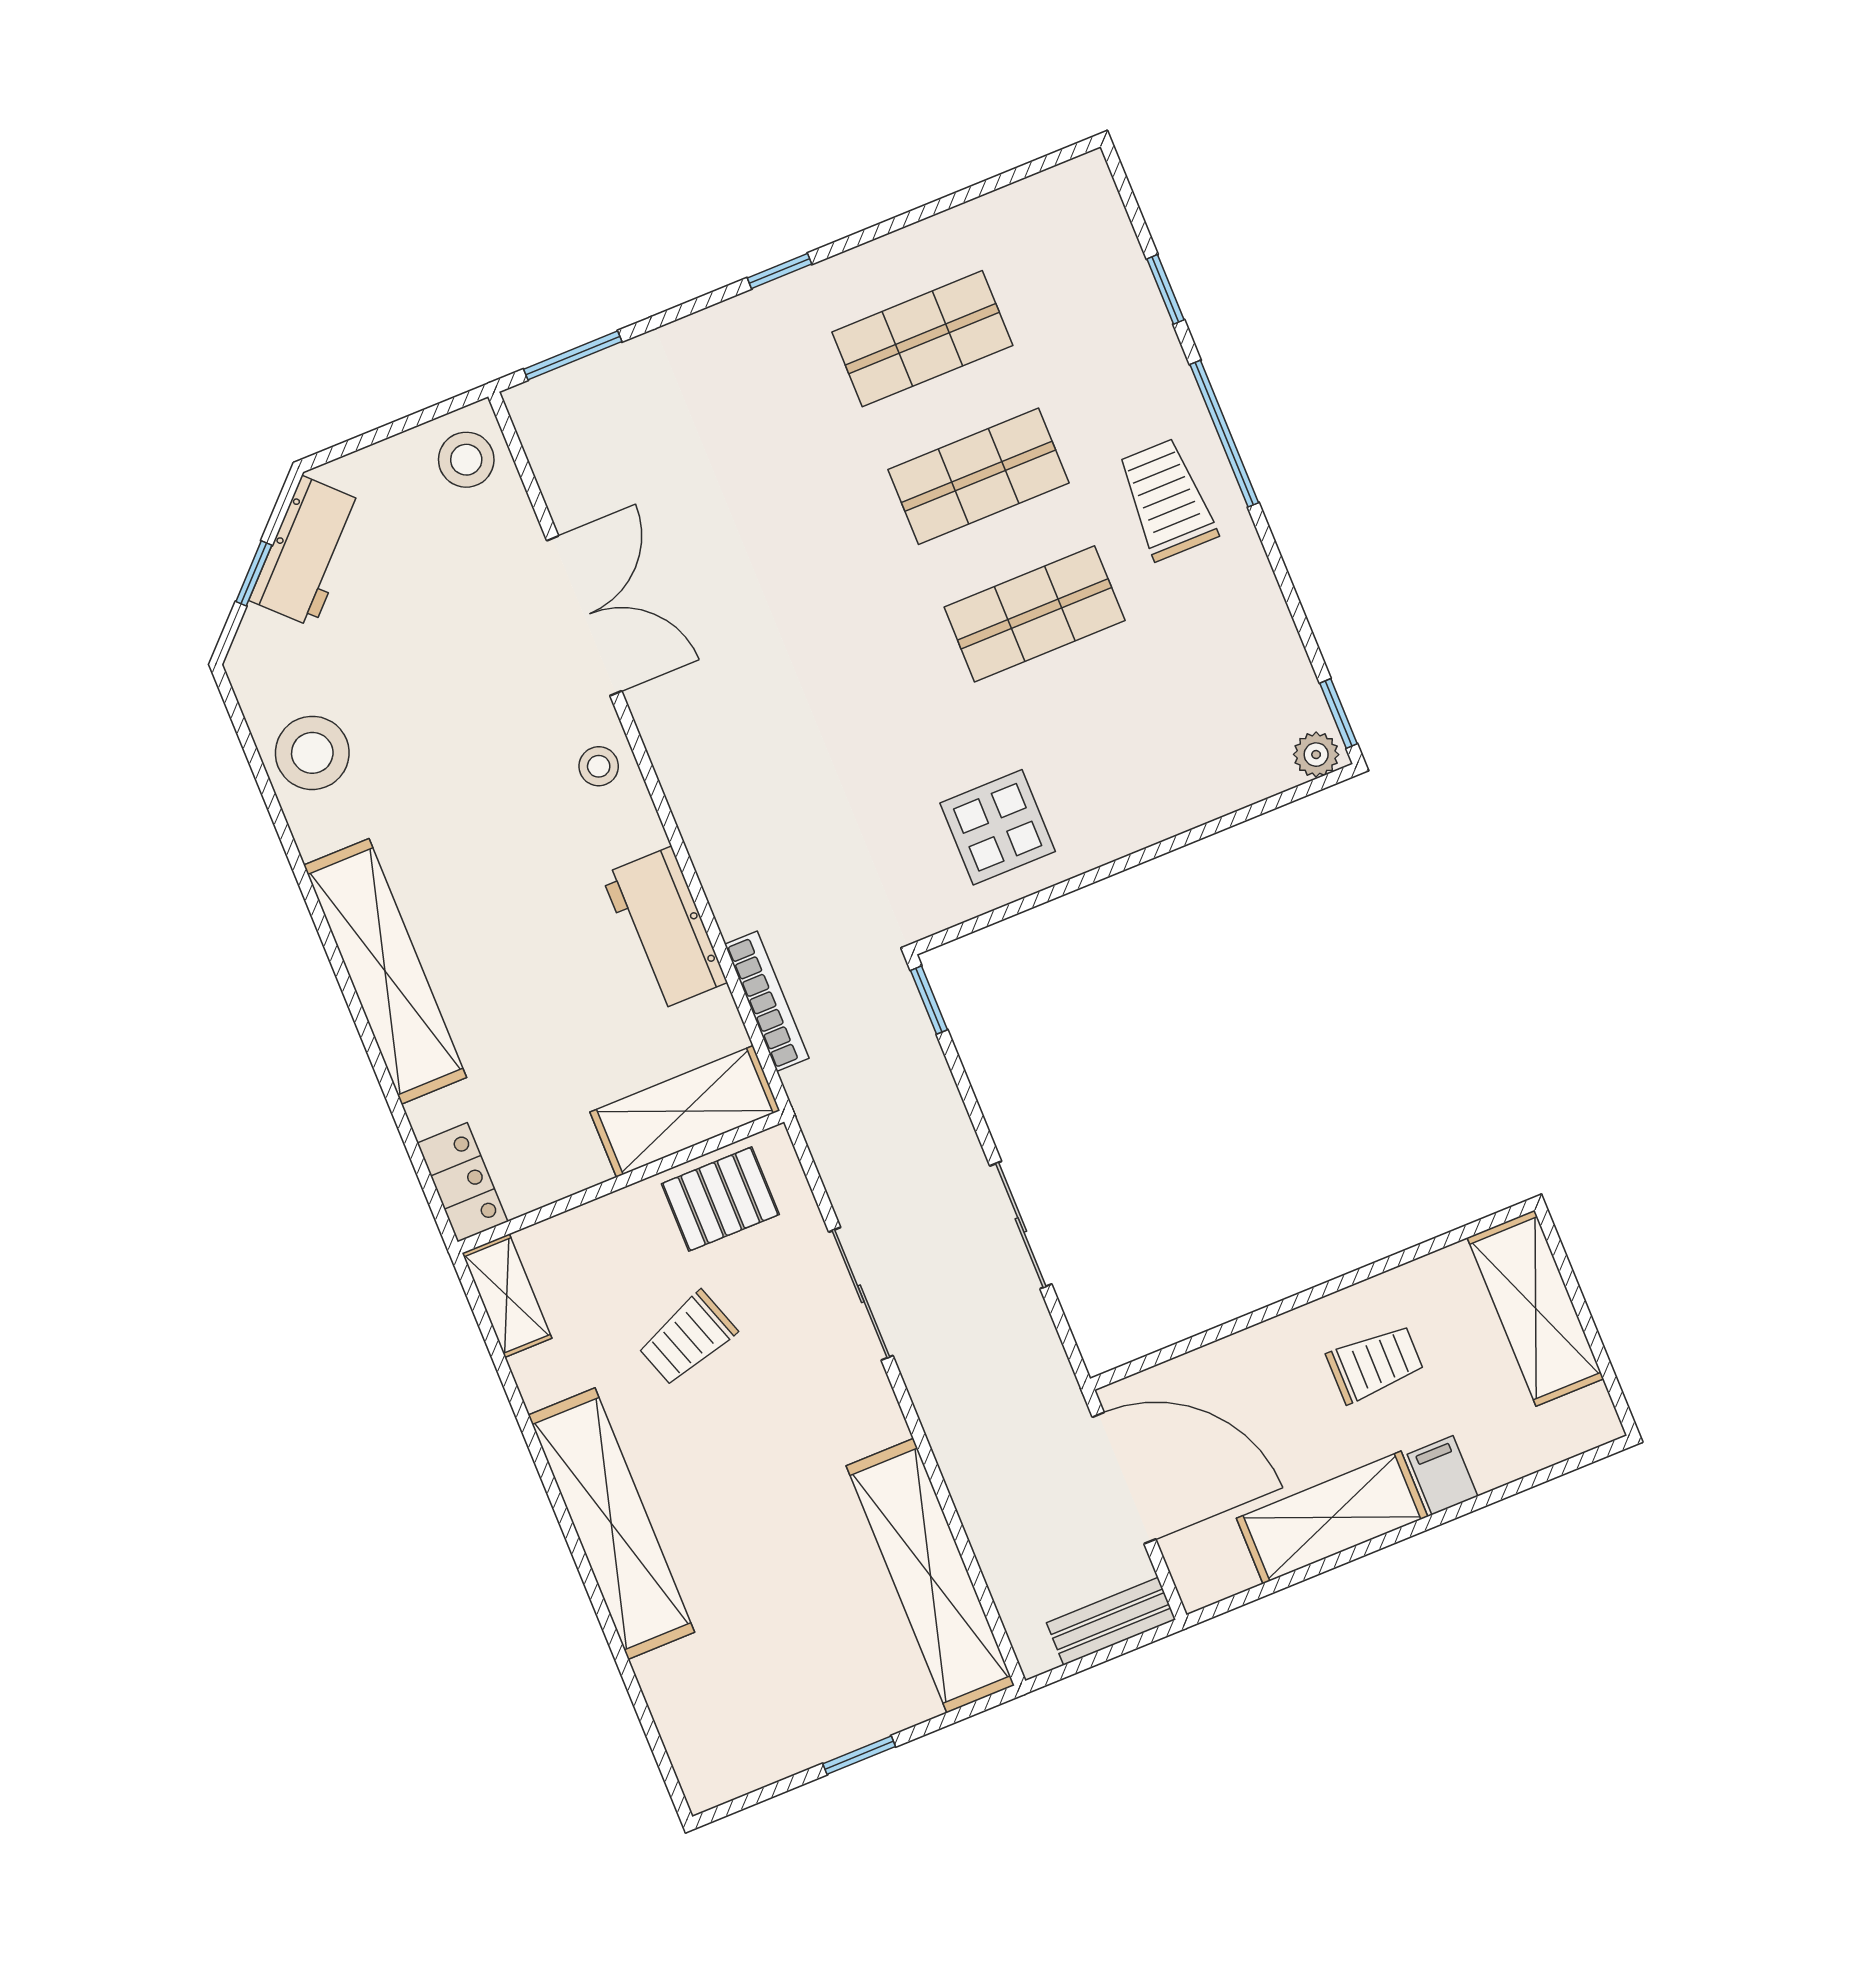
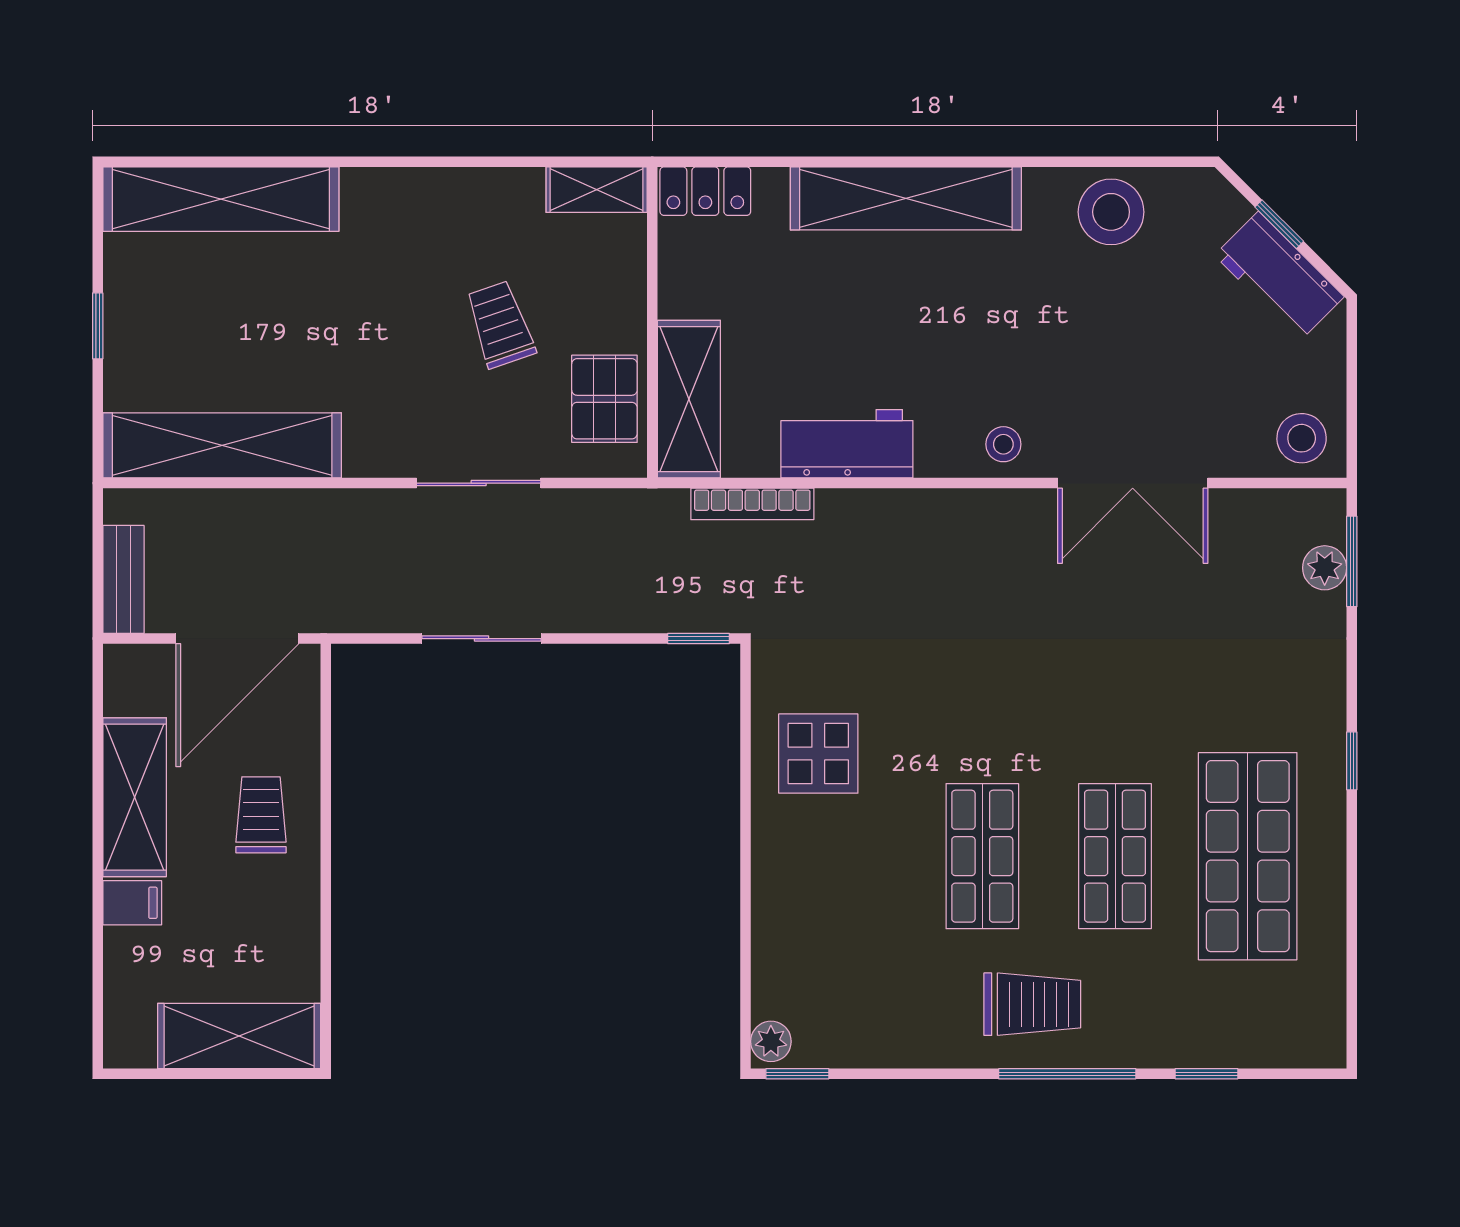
shop shelf: (922, 339) -> (1248, 856), width x1.43, depth x1.36
plant: (591, 381) -> (1325, 568), added
trolley: (1375, 1364) -> (261, 815), moved, turned 180
shelving: (611, 1524) -> (221, 199), moved

